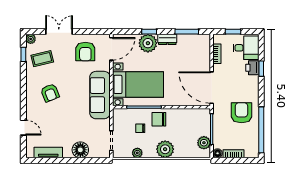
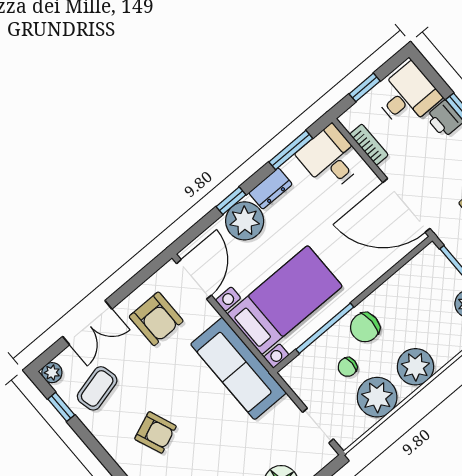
double door: (59, 32) -> (87, 323), swing flipped
desk: (199, 47) -> (330, 158), added
plant: (137, 153) -> (377, 397), width x1.88, depth x1.88

